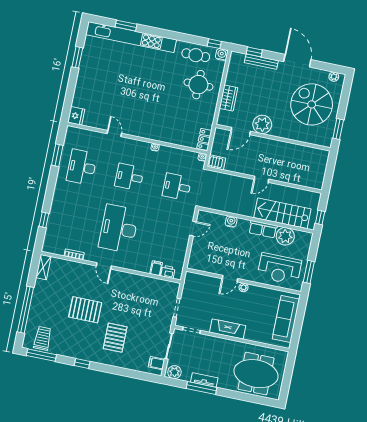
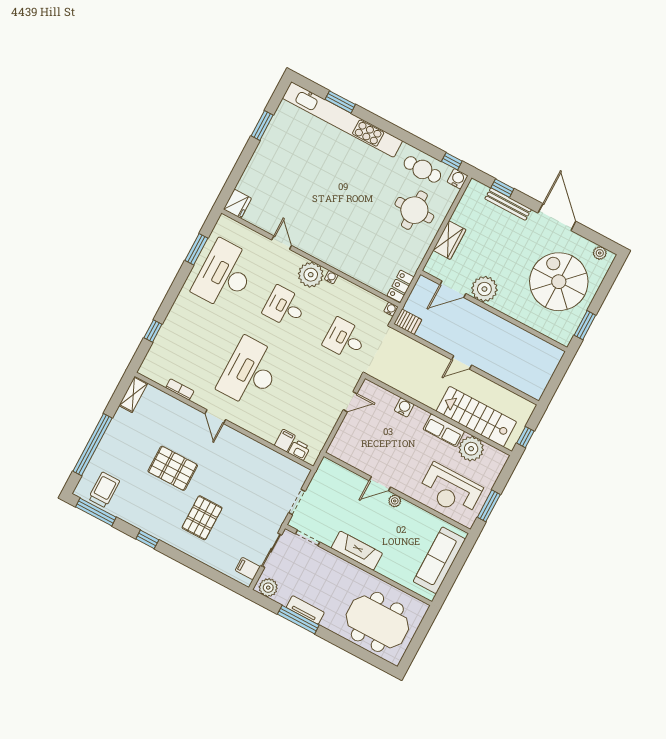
plant: (141, 150) -> (311, 275), added
desk: (82, 167) -> (225, 275), width x1.36, depth x1.30

